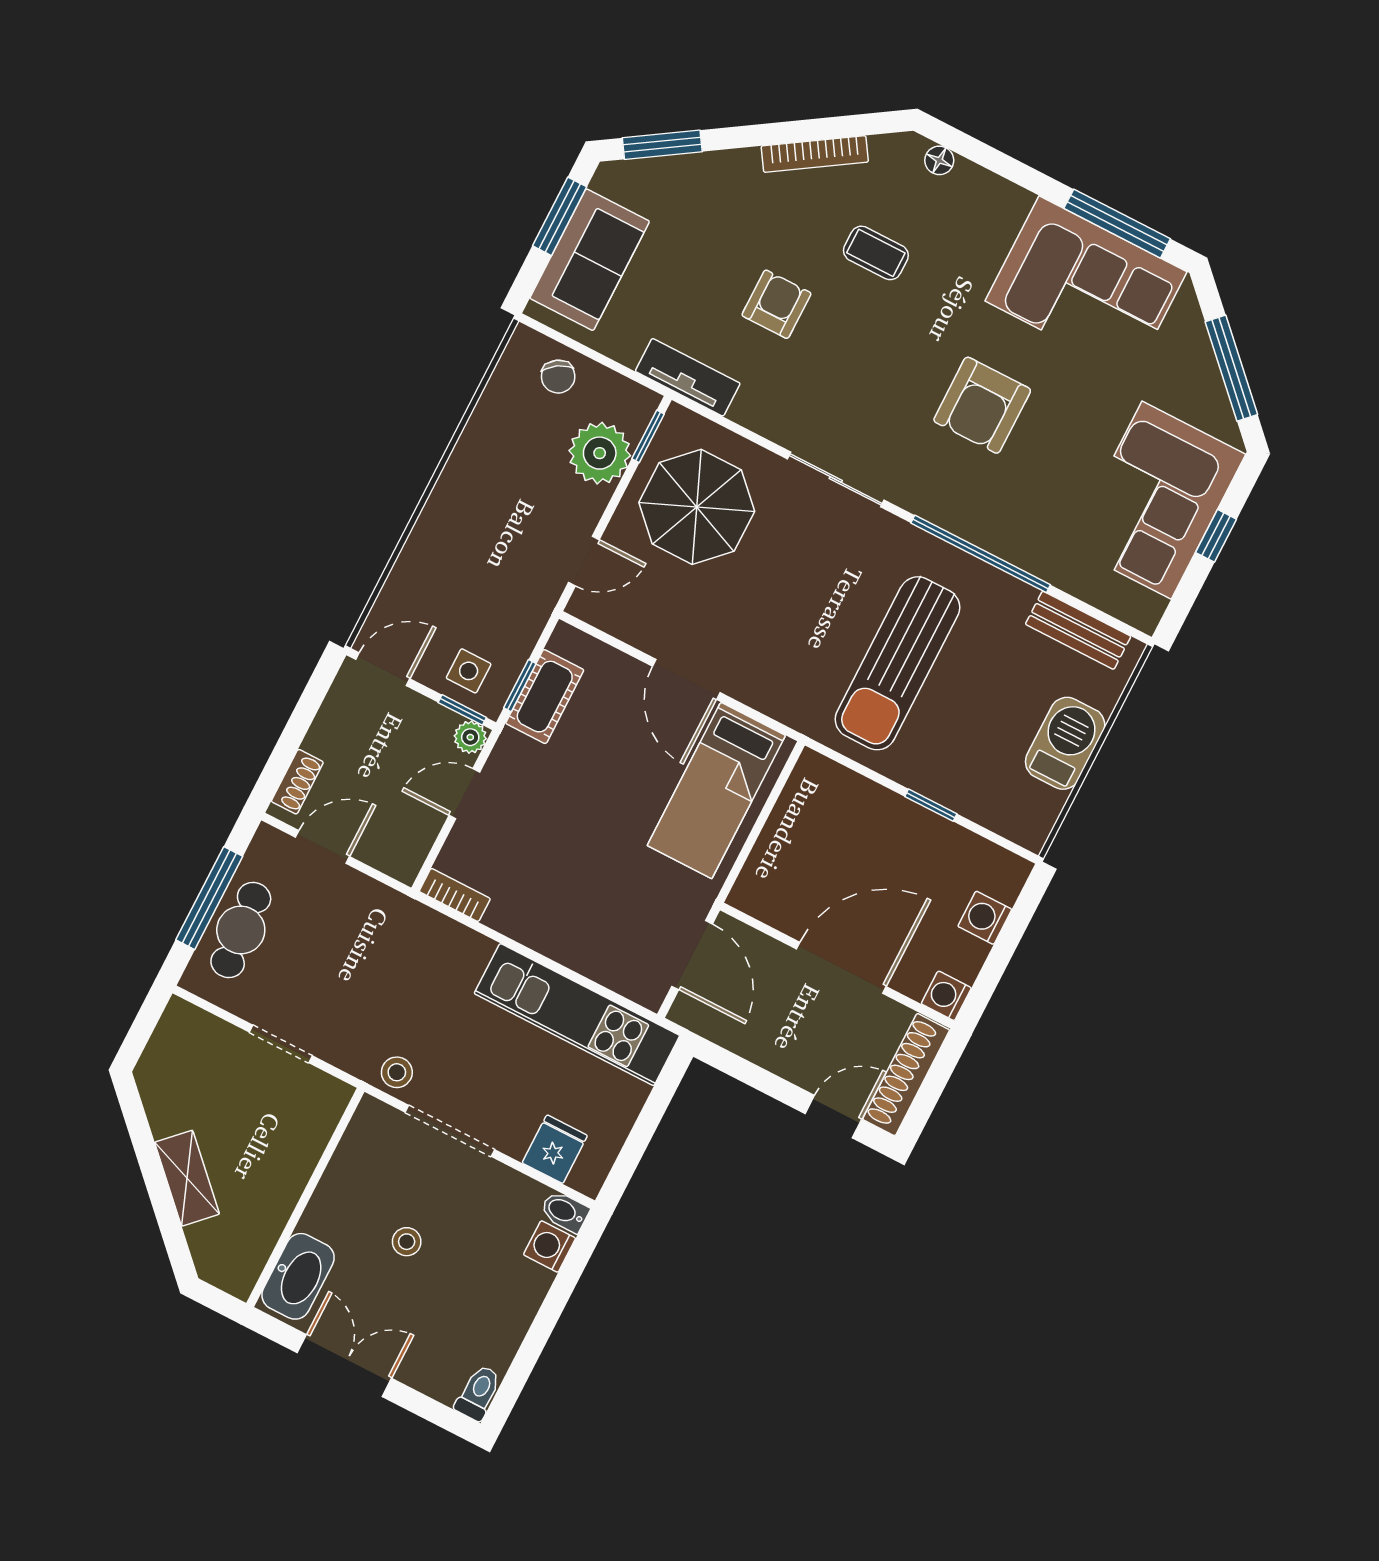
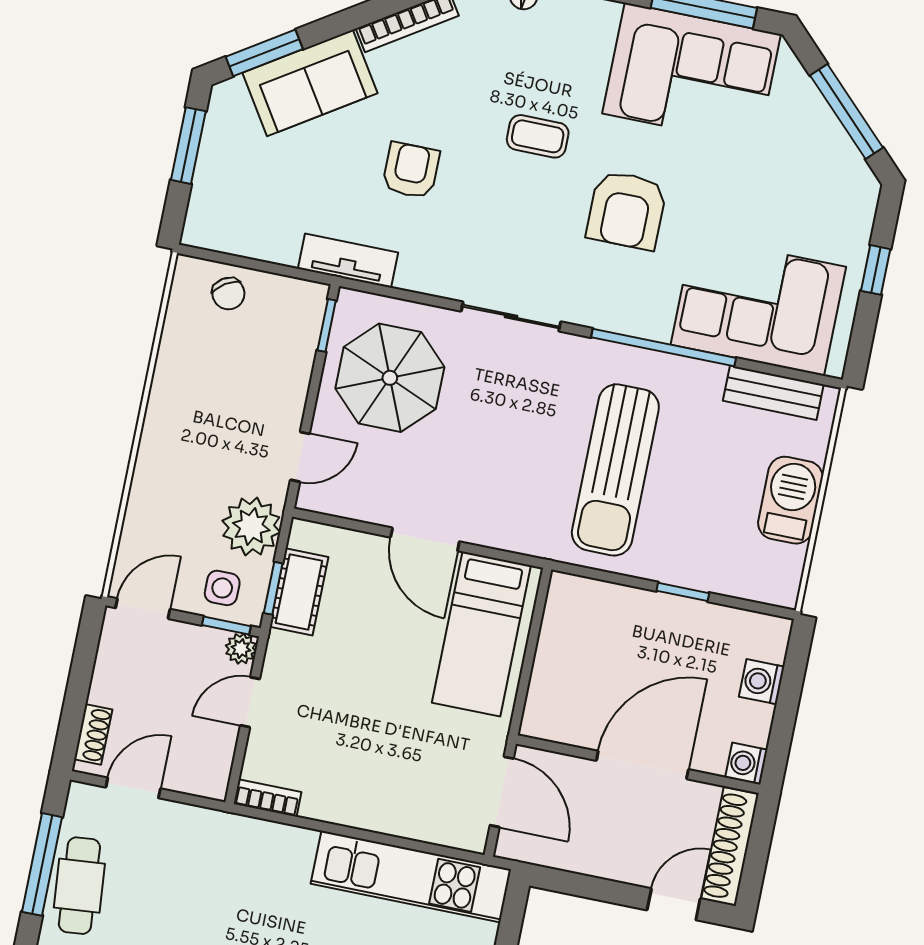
coffee table: (876, 253) -> (538, 136), moved
sofa: (590, 260) -> (310, 83), moved, turned 57
plant: (600, 453) -> (251, 527), moved
corner sofa: (1157, 500) -> (758, 306), moved, turned 90

